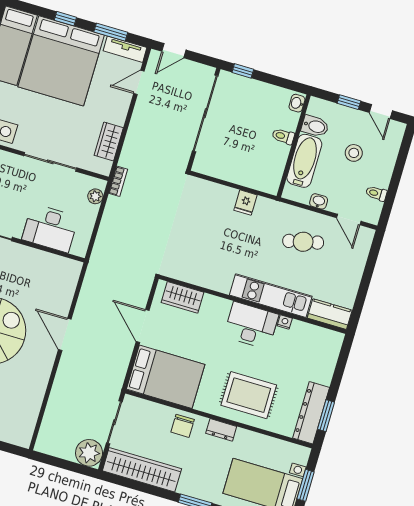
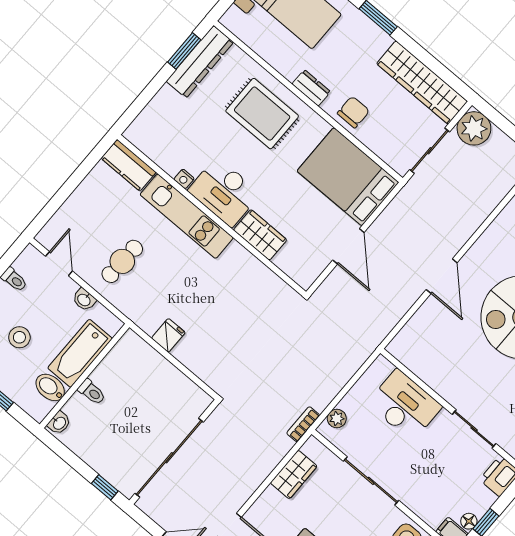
cafe table: (303, 242) -> (122, 261), turned -75
wardrobe: (183, 297) -> (260, 235), moved

